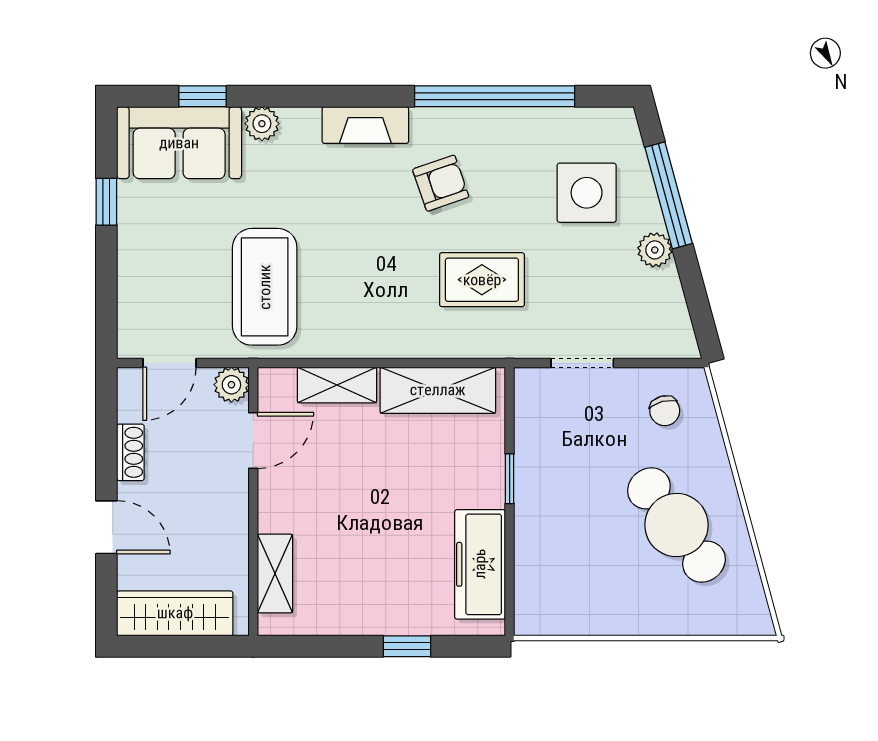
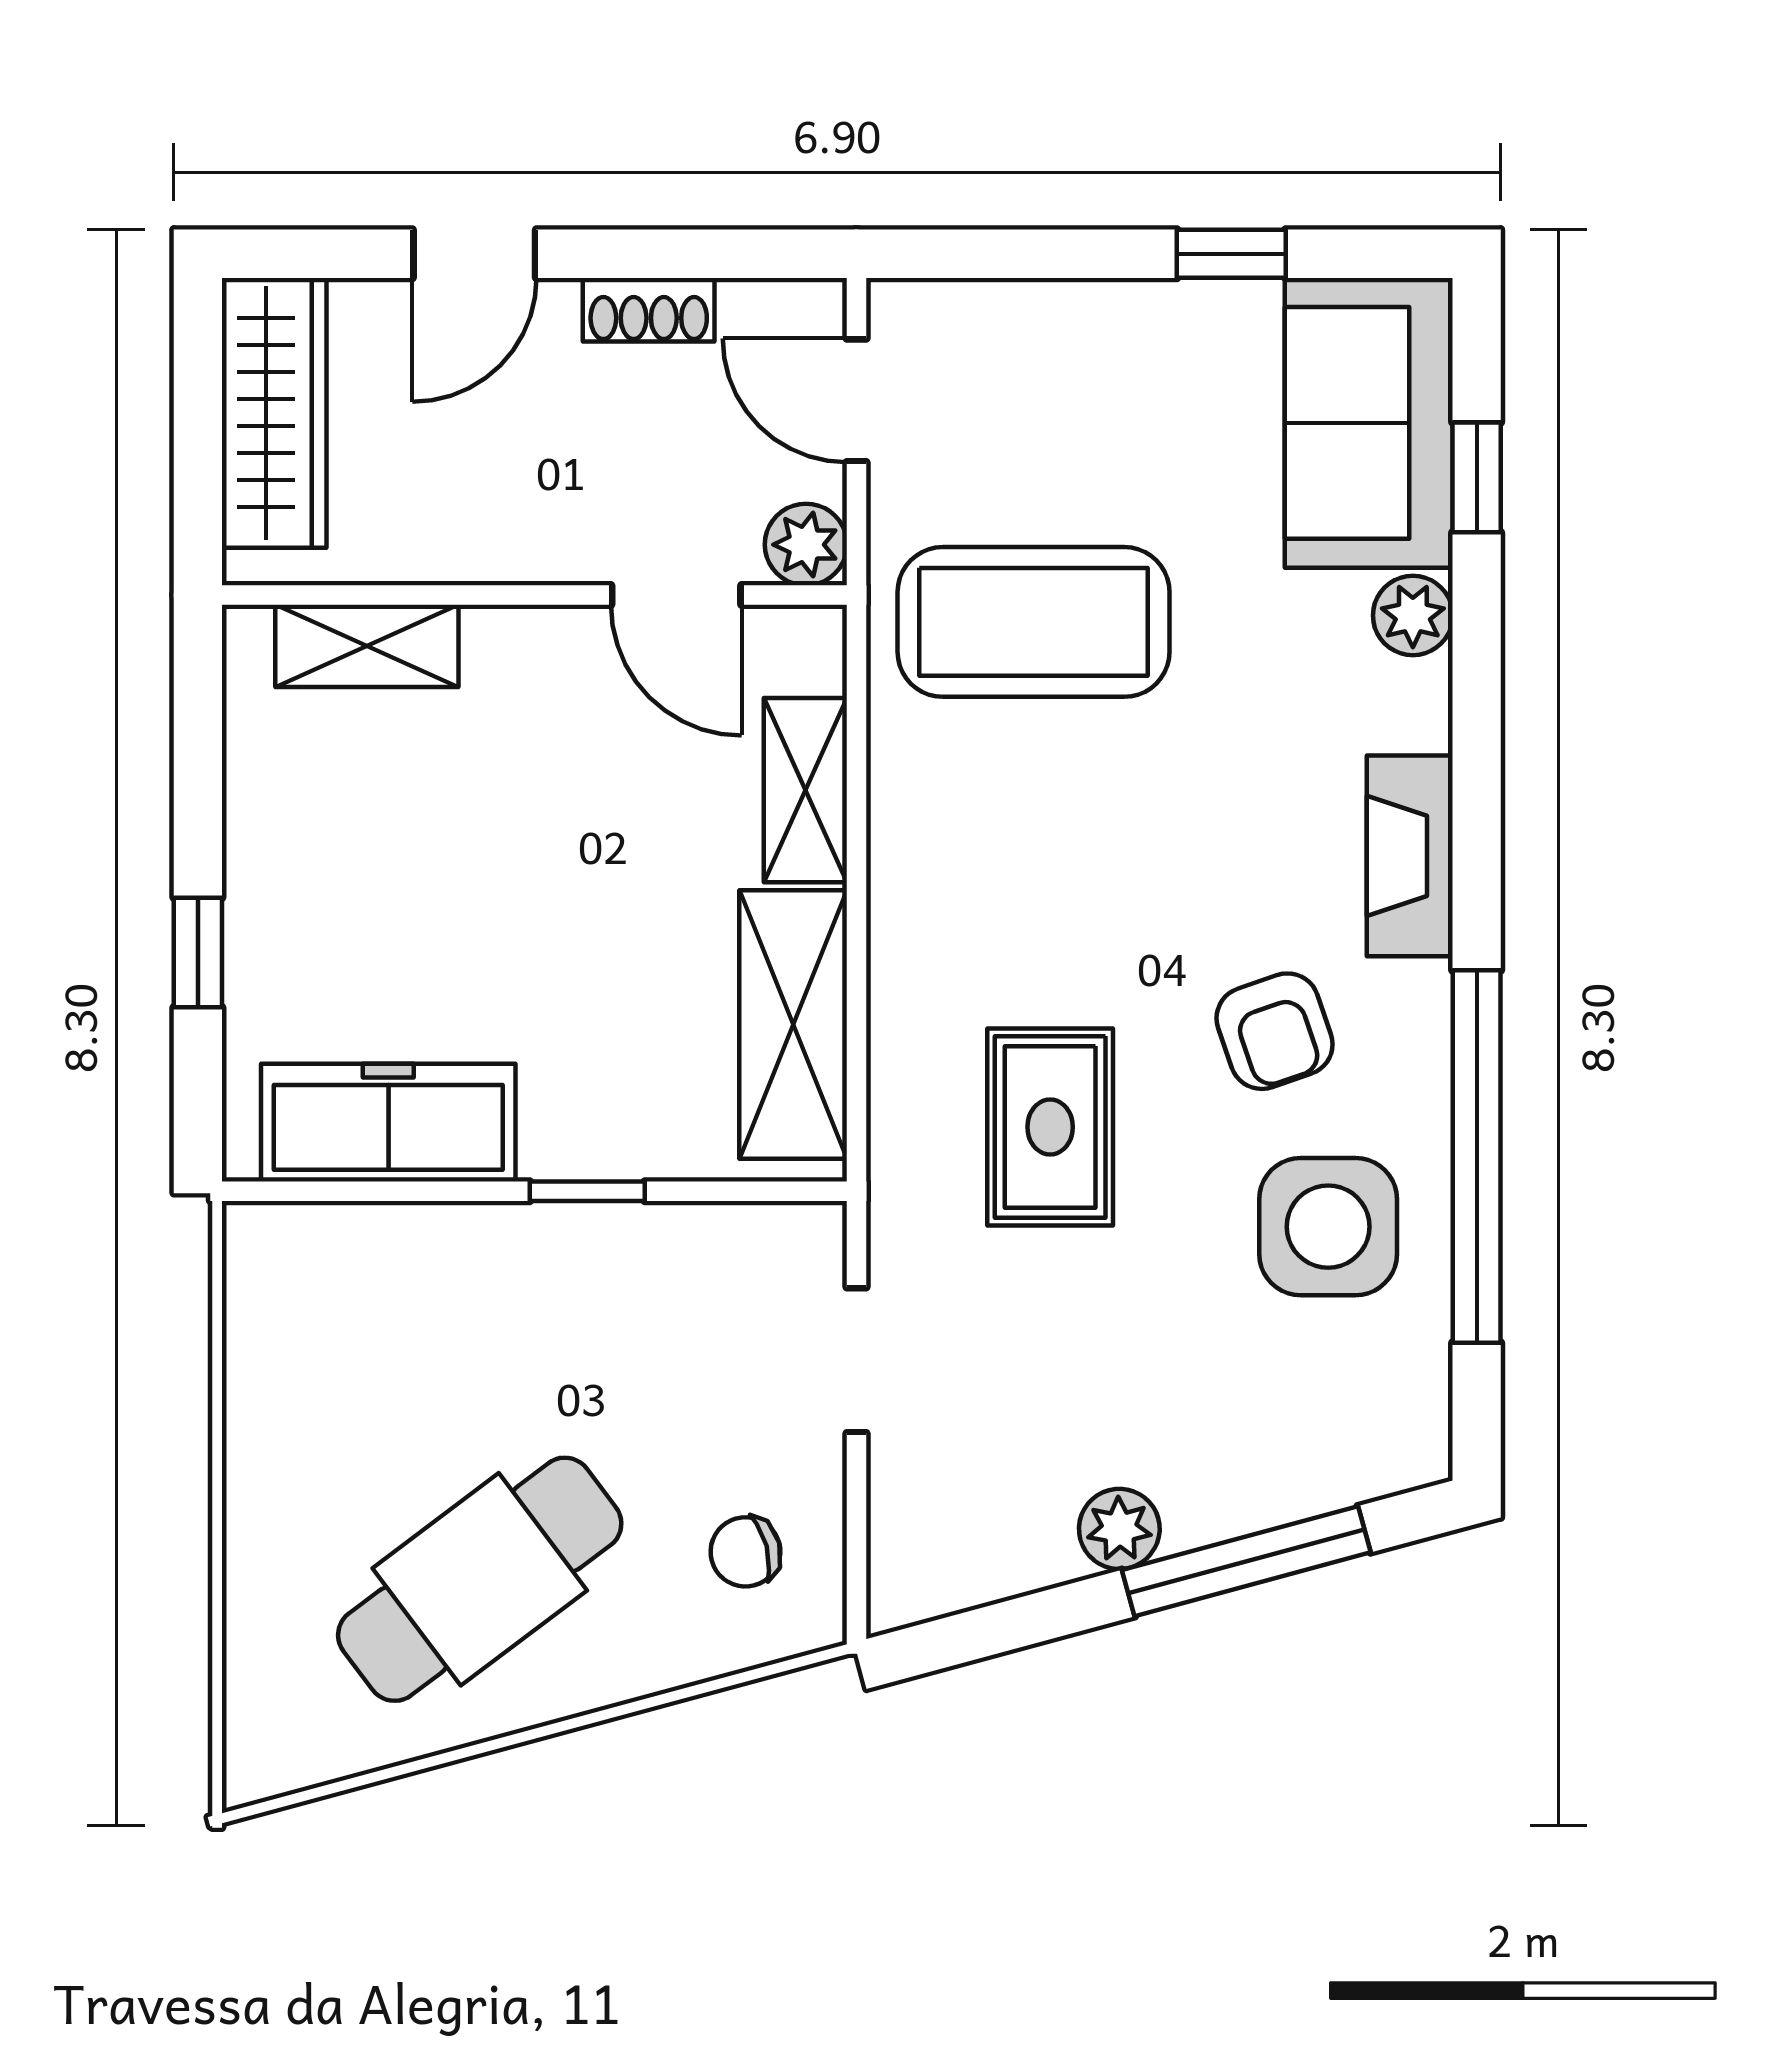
side table: (587, 193) -> (1328, 1227), moved

